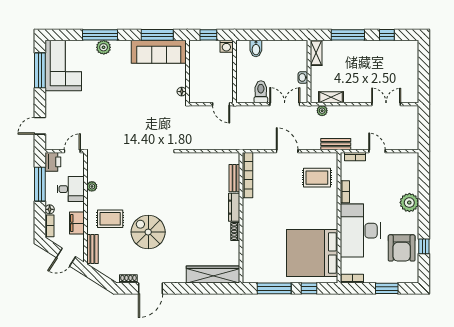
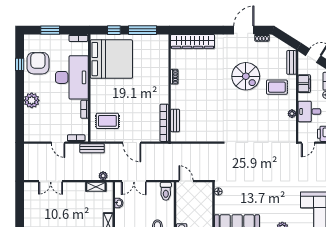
toilet: (261, 92) -> (166, 191), moved
dresser: (234, 207) -> (175, 97), removed

